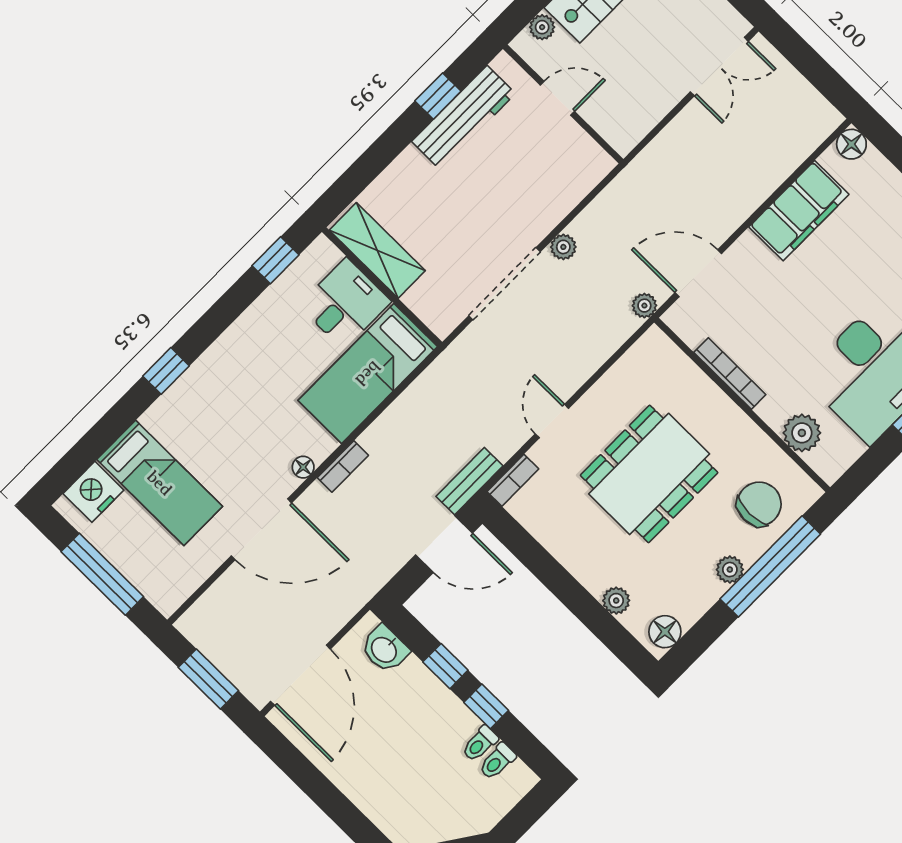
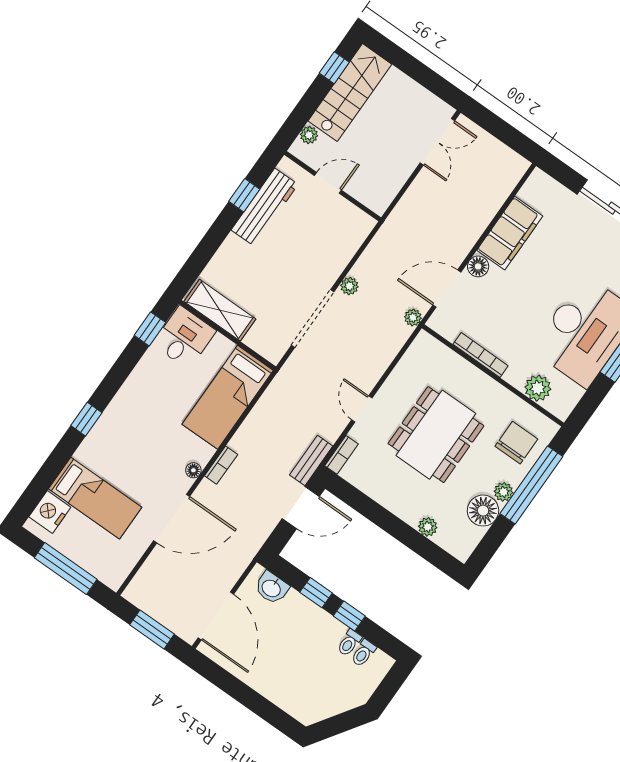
floor lamp: (851, 144) -> (478, 266), moved
desk: (345, 304) -> (184, 338), moved
floor lamp: (665, 632) -> (483, 511), moved, width x1.38, depth x1.38

